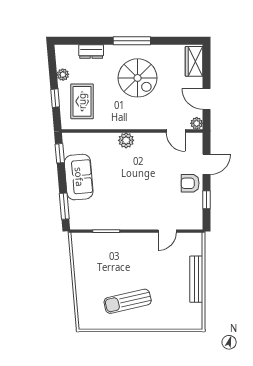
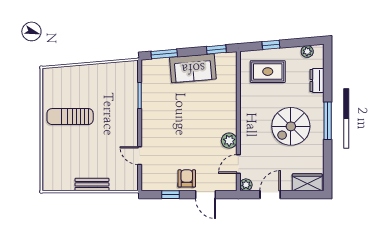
plant: (63, 75) -> (307, 51), moved
plant: (126, 140) -> (229, 141), moved
bench: (196, 279) -> (92, 184), width x0.73
sun lounger: (128, 301) -> (70, 117), turned -77

